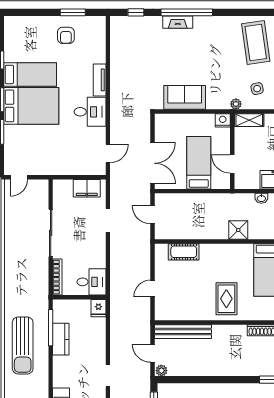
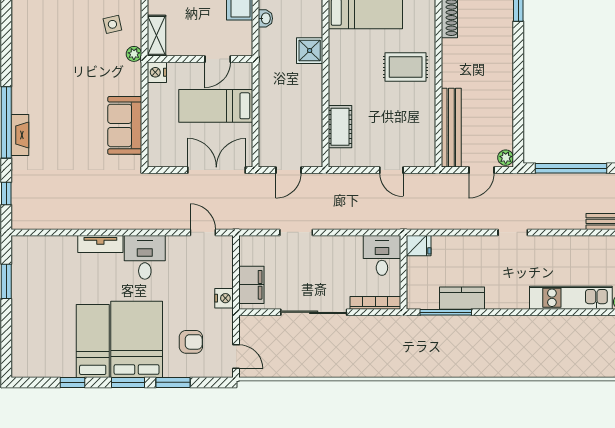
armchair: (66, 35) -> (191, 342), moved
coffee table: (256, 42) -> (48, 26), removed
nightstand: (61, 169) -> (224, 298), added
filing cabinet: (87, 188) -> (251, 285), moved
sun lounger: (23, 345) -> (471, 351), removed

